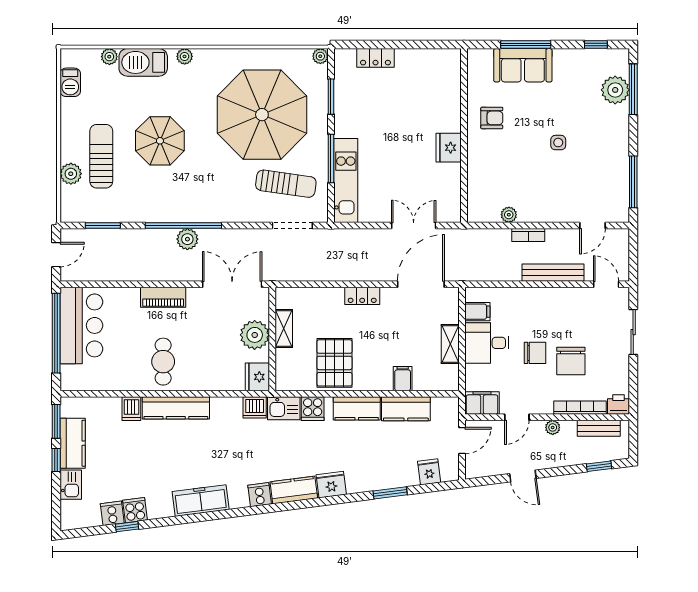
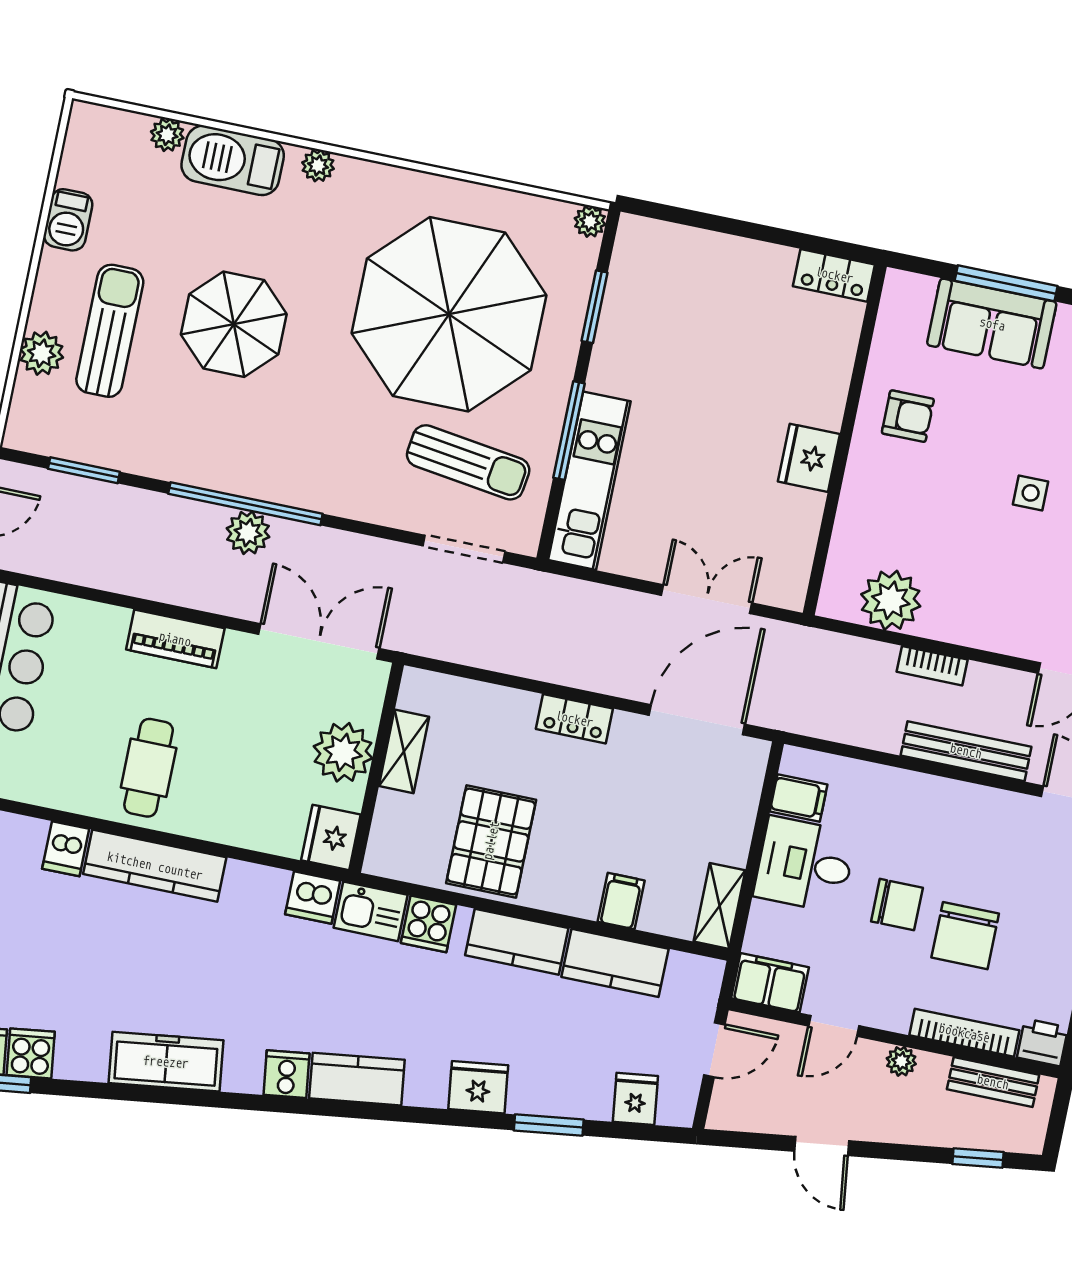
locker: (375, 58) -> (834, 275), moved
barbecue: (70, 82) -> (68, 220), moved
plant: (509, 215) -> (891, 600), width x1.88, depth x1.88
shelving: (450, 344) -> (720, 906), moved
fridge: (331, 485) -> (478, 1087), moved

